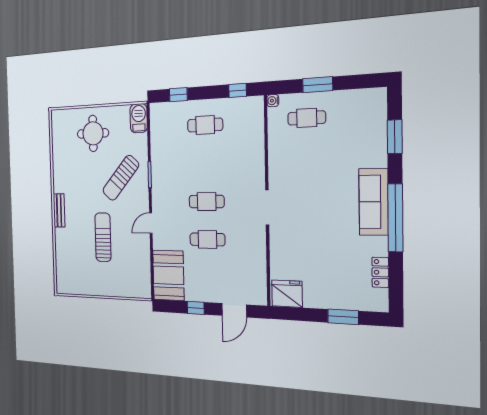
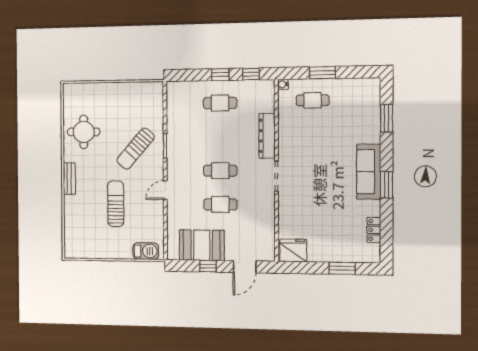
window: (178, 95) -> (220, 75), moved
barbecue: (139, 118) -> (146, 251), moved, turned 90
round table: (93, 133) -> (84, 132), moved
dresser: (256, 161) -> (267, 136), added
window: (395, 218) -> (386, 185), width x0.47
booth: (168, 275) -> (202, 245), moved, turned 90

